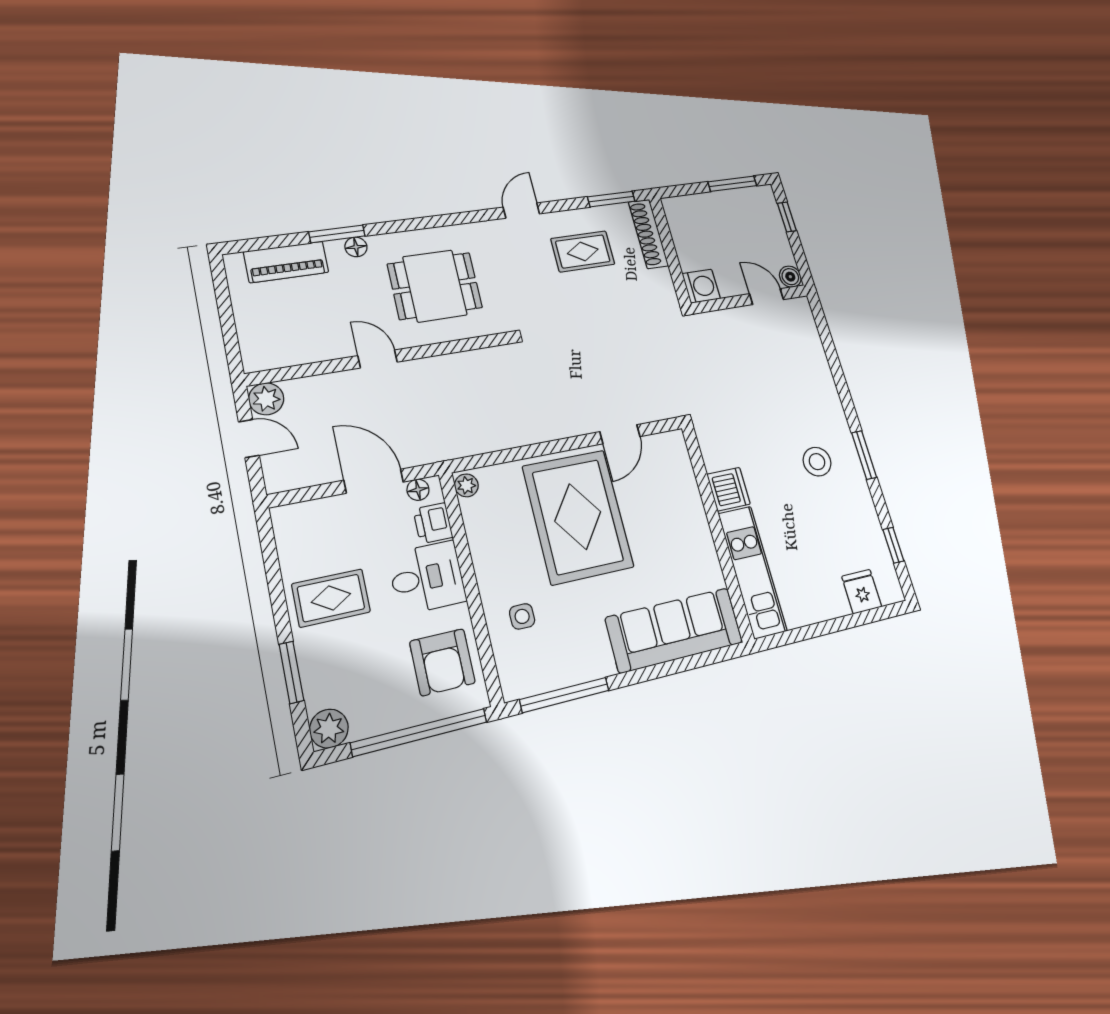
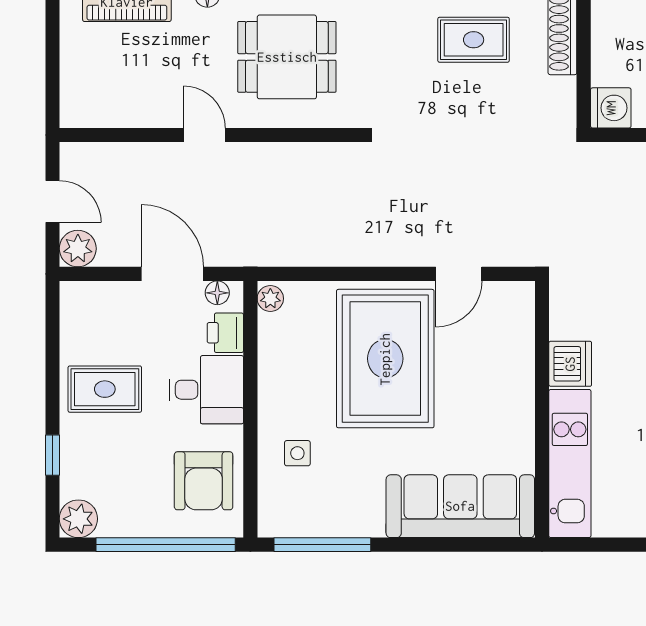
plant: (266, 399) -> (78, 249), moved
window: (291, 672) -> (52, 455), width x0.67

